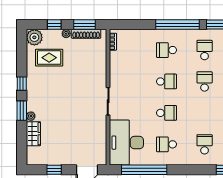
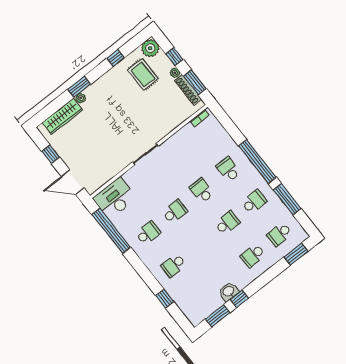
school desk: (166, 81) -> (202, 191), turned 180
window: (22, 84) -> (116, 58), moved
school desk: (166, 113) -> (175, 212), turned -90
wardrobe: (33, 134) -> (62, 116), width x1.50
desk: (126, 143) -> (115, 198), width x0.73, depth x0.77
school desk: (166, 144) -> (148, 233), turned 90
school desk: (205, 144) -> (174, 265), turned 180

